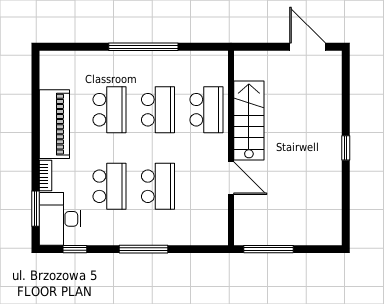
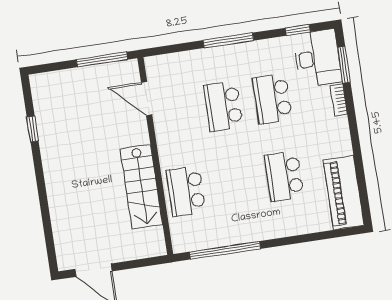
window: (143, 47) -> (225, 250), moved
school desk: (158, 110) -> (235, 184), removed
piano: (54, 124) -> (344, 192), moved
window: (346, 148) -> (33, 129), moved
door: (231, 178) -> (147, 99), moved

